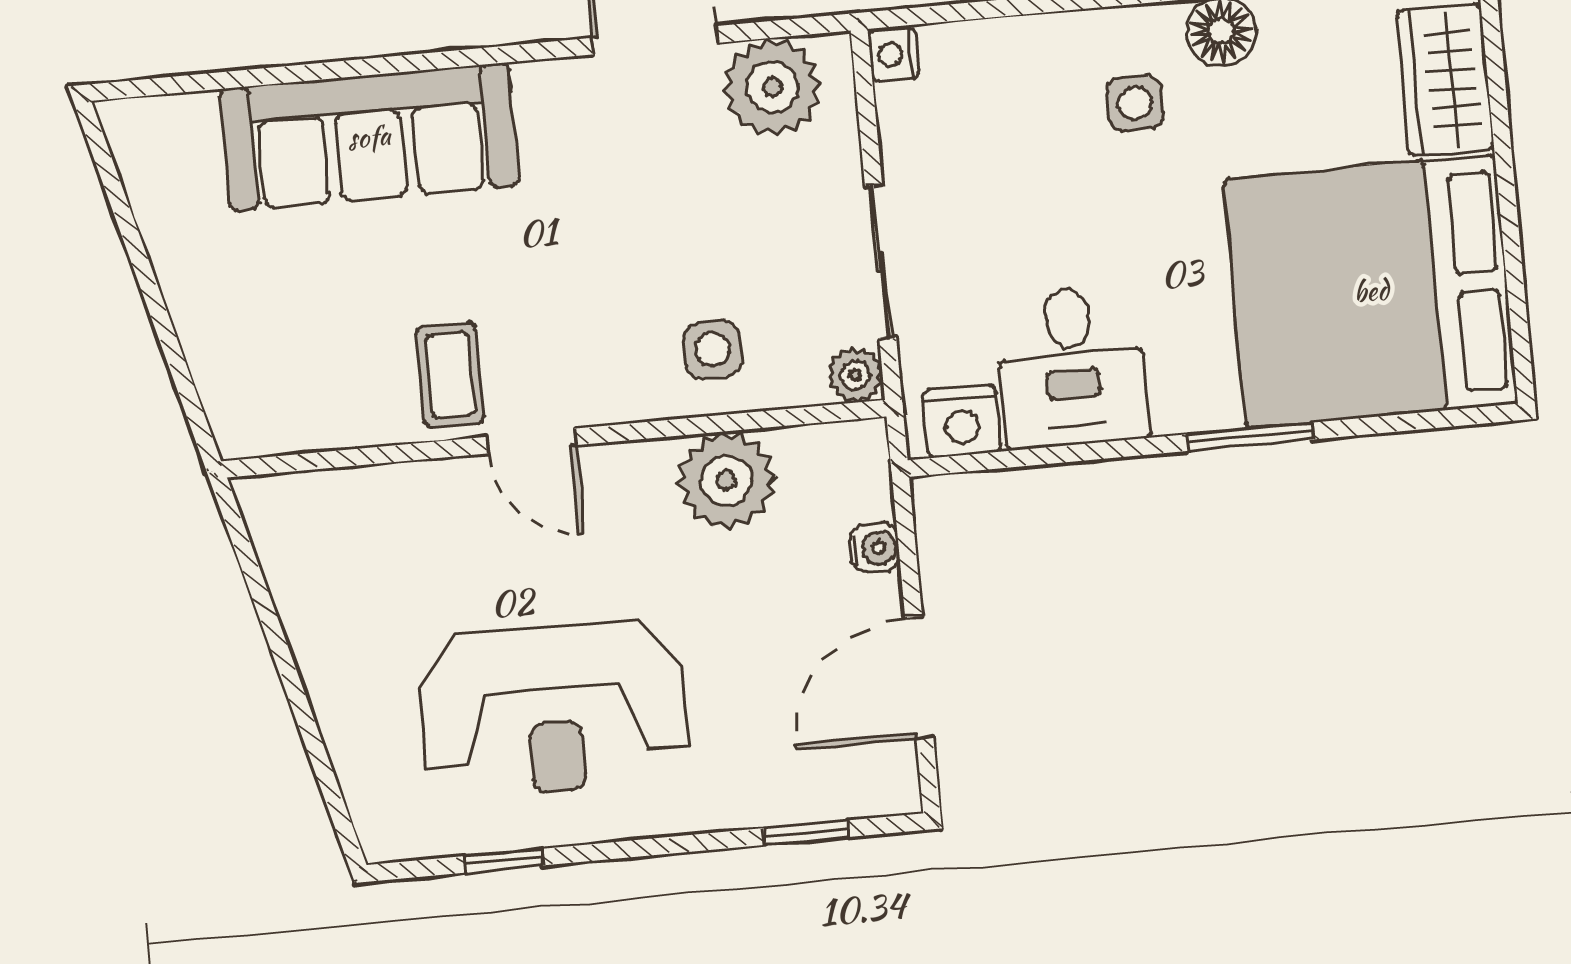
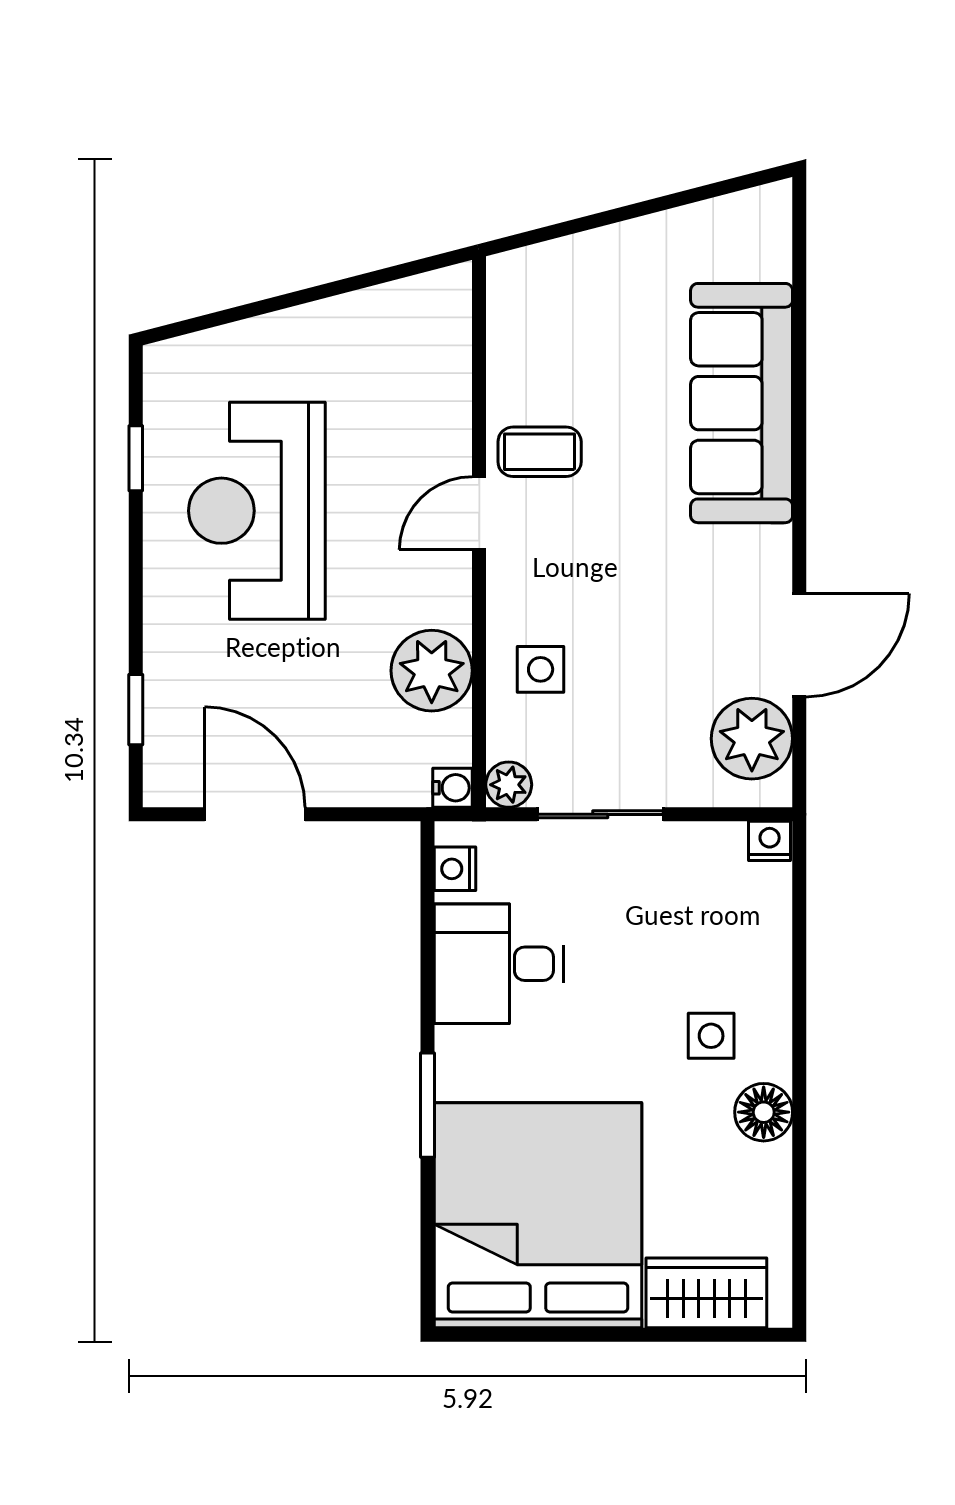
nightstand: (962, 421) -> (455, 869), width x0.72, depth x0.74
water cooler: (875, 548) -> (453, 788), moved, turned -90

